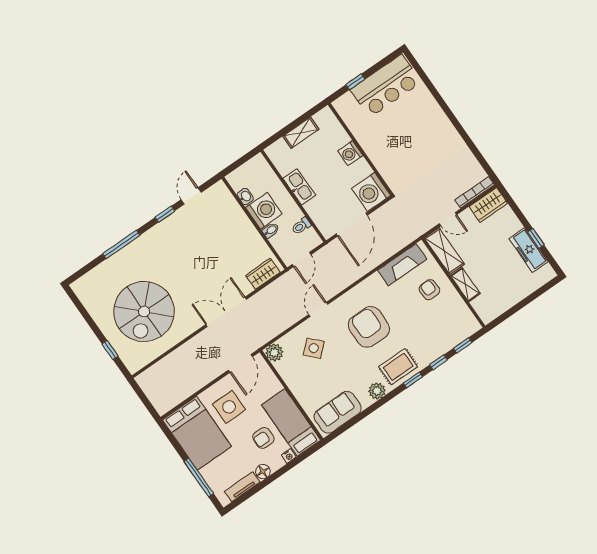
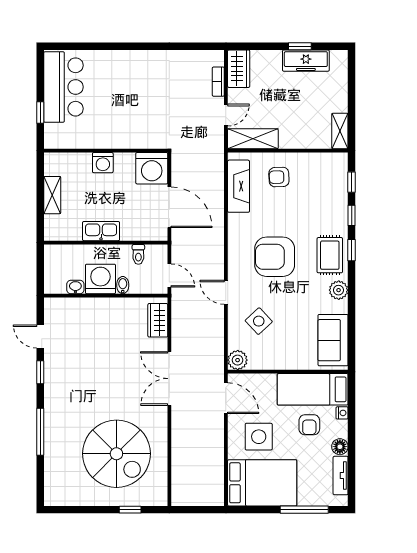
bookcase: (475, 192) -> (218, 82), width x0.64
shelving: (465, 285) -> (340, 131), moved, turned 90

